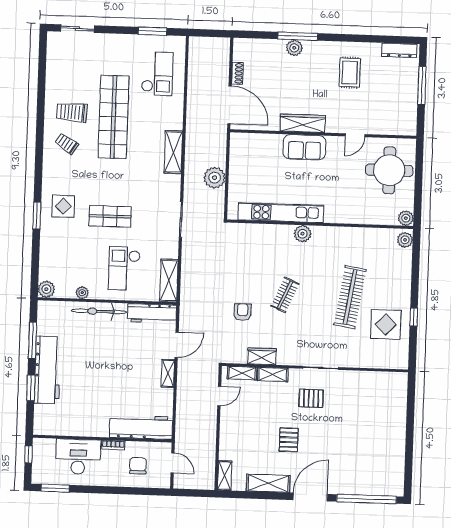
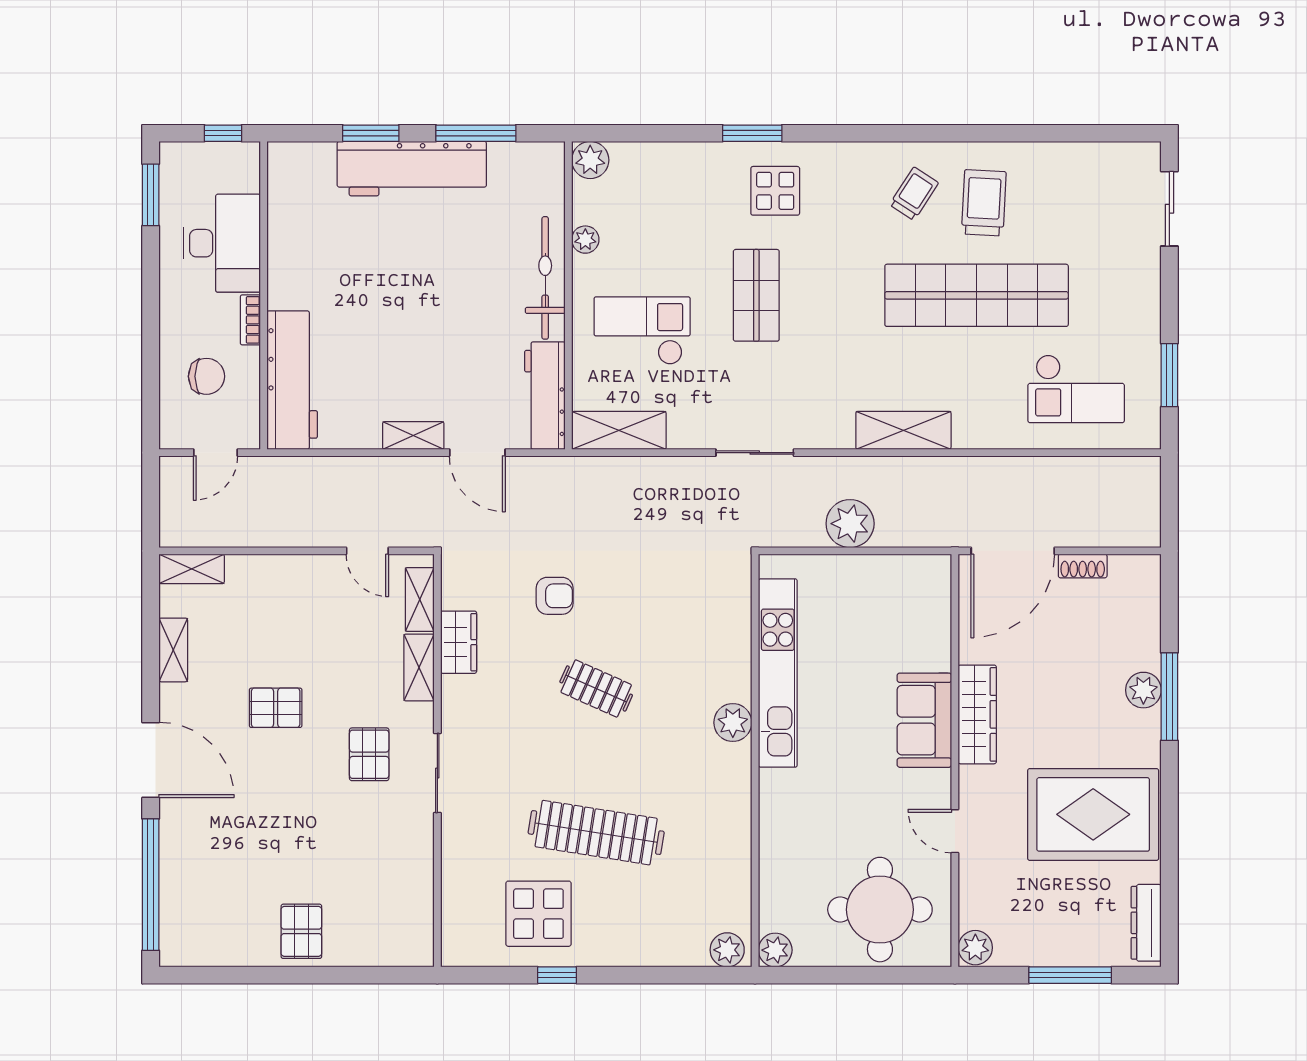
rug: (350, 73) -> (1093, 814), width x1.86, depth x2.06
plant: (408, 128) -> (975, 948), added
pallet: (390, 432) -> (301, 931), added
shelving: (268, 483) -> (173, 650), width x0.67, depth x0.75

